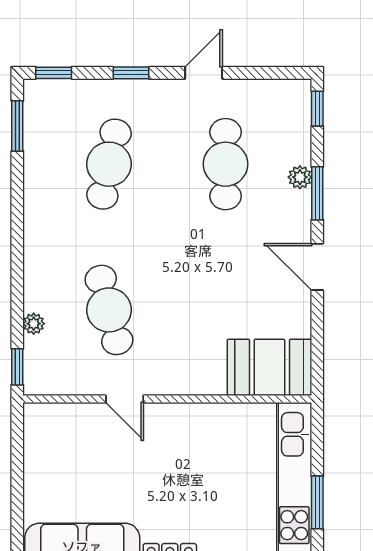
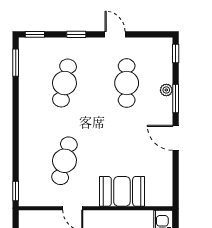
door: (204, 73) -> (115, 34), hinge flipped
cafe table: (109, 310) -> (64, 161), turned 30
plant: (34, 324) -> (24, 168), removed
booth: (269, 367) -> (122, 191), moved

